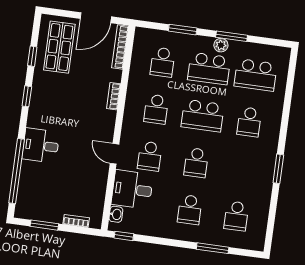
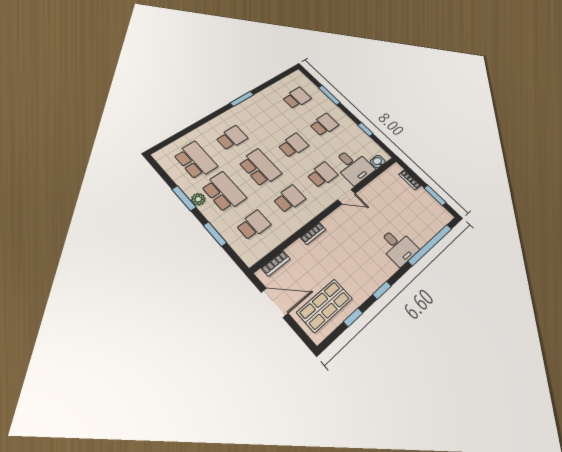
bookcase: (120, 47) -> (276, 263), width x0.64
door: (114, 154) -> (347, 197), hinge flipped
window: (124, 236) -> (365, 129), moved

